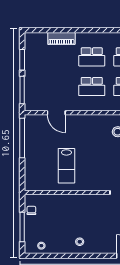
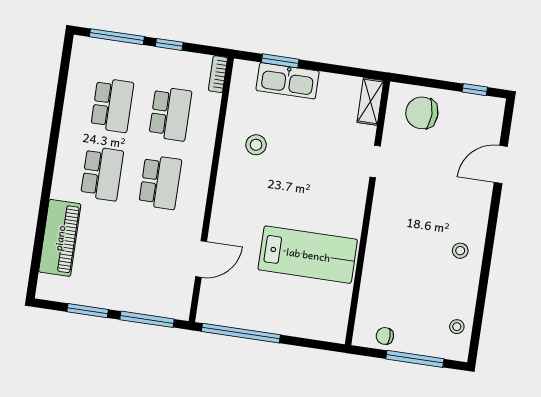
piano: (61, 38) -> (60, 238), width x1.37, depth x1.33
lab bench: (66, 166) -> (308, 255), width x1.36, depth x1.39

